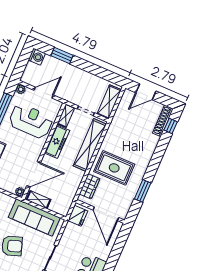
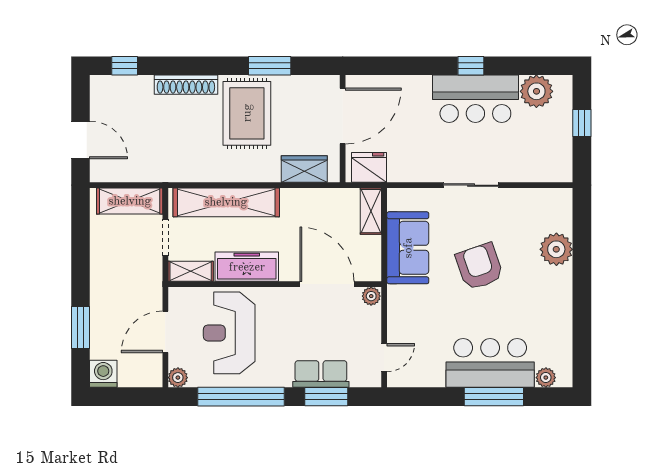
door: (44, 93) -> (165, 332), hinge flipped
shoe rack: (163, 121) -> (186, 85), moved
rug: (114, 168) -> (247, 113), moved
shelving: (39, 200) -> (371, 211), moved
sofa: (34, 217) -> (408, 248), width x0.73

